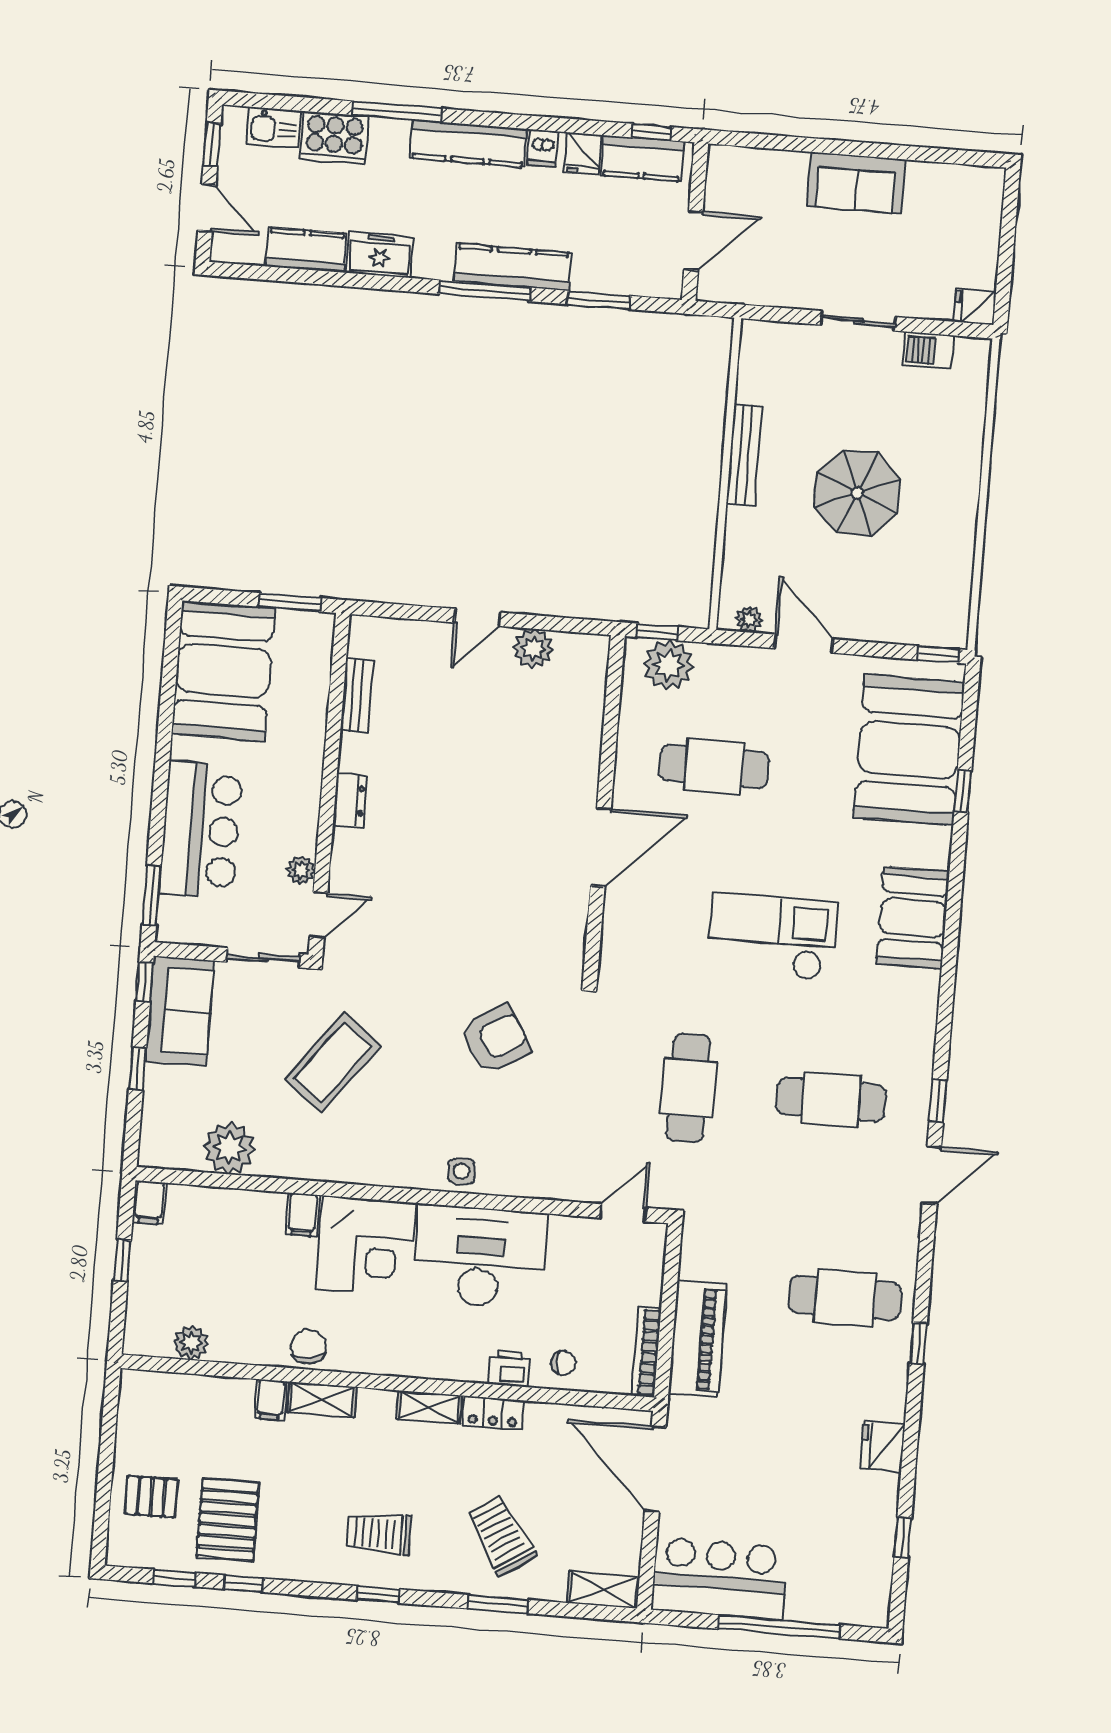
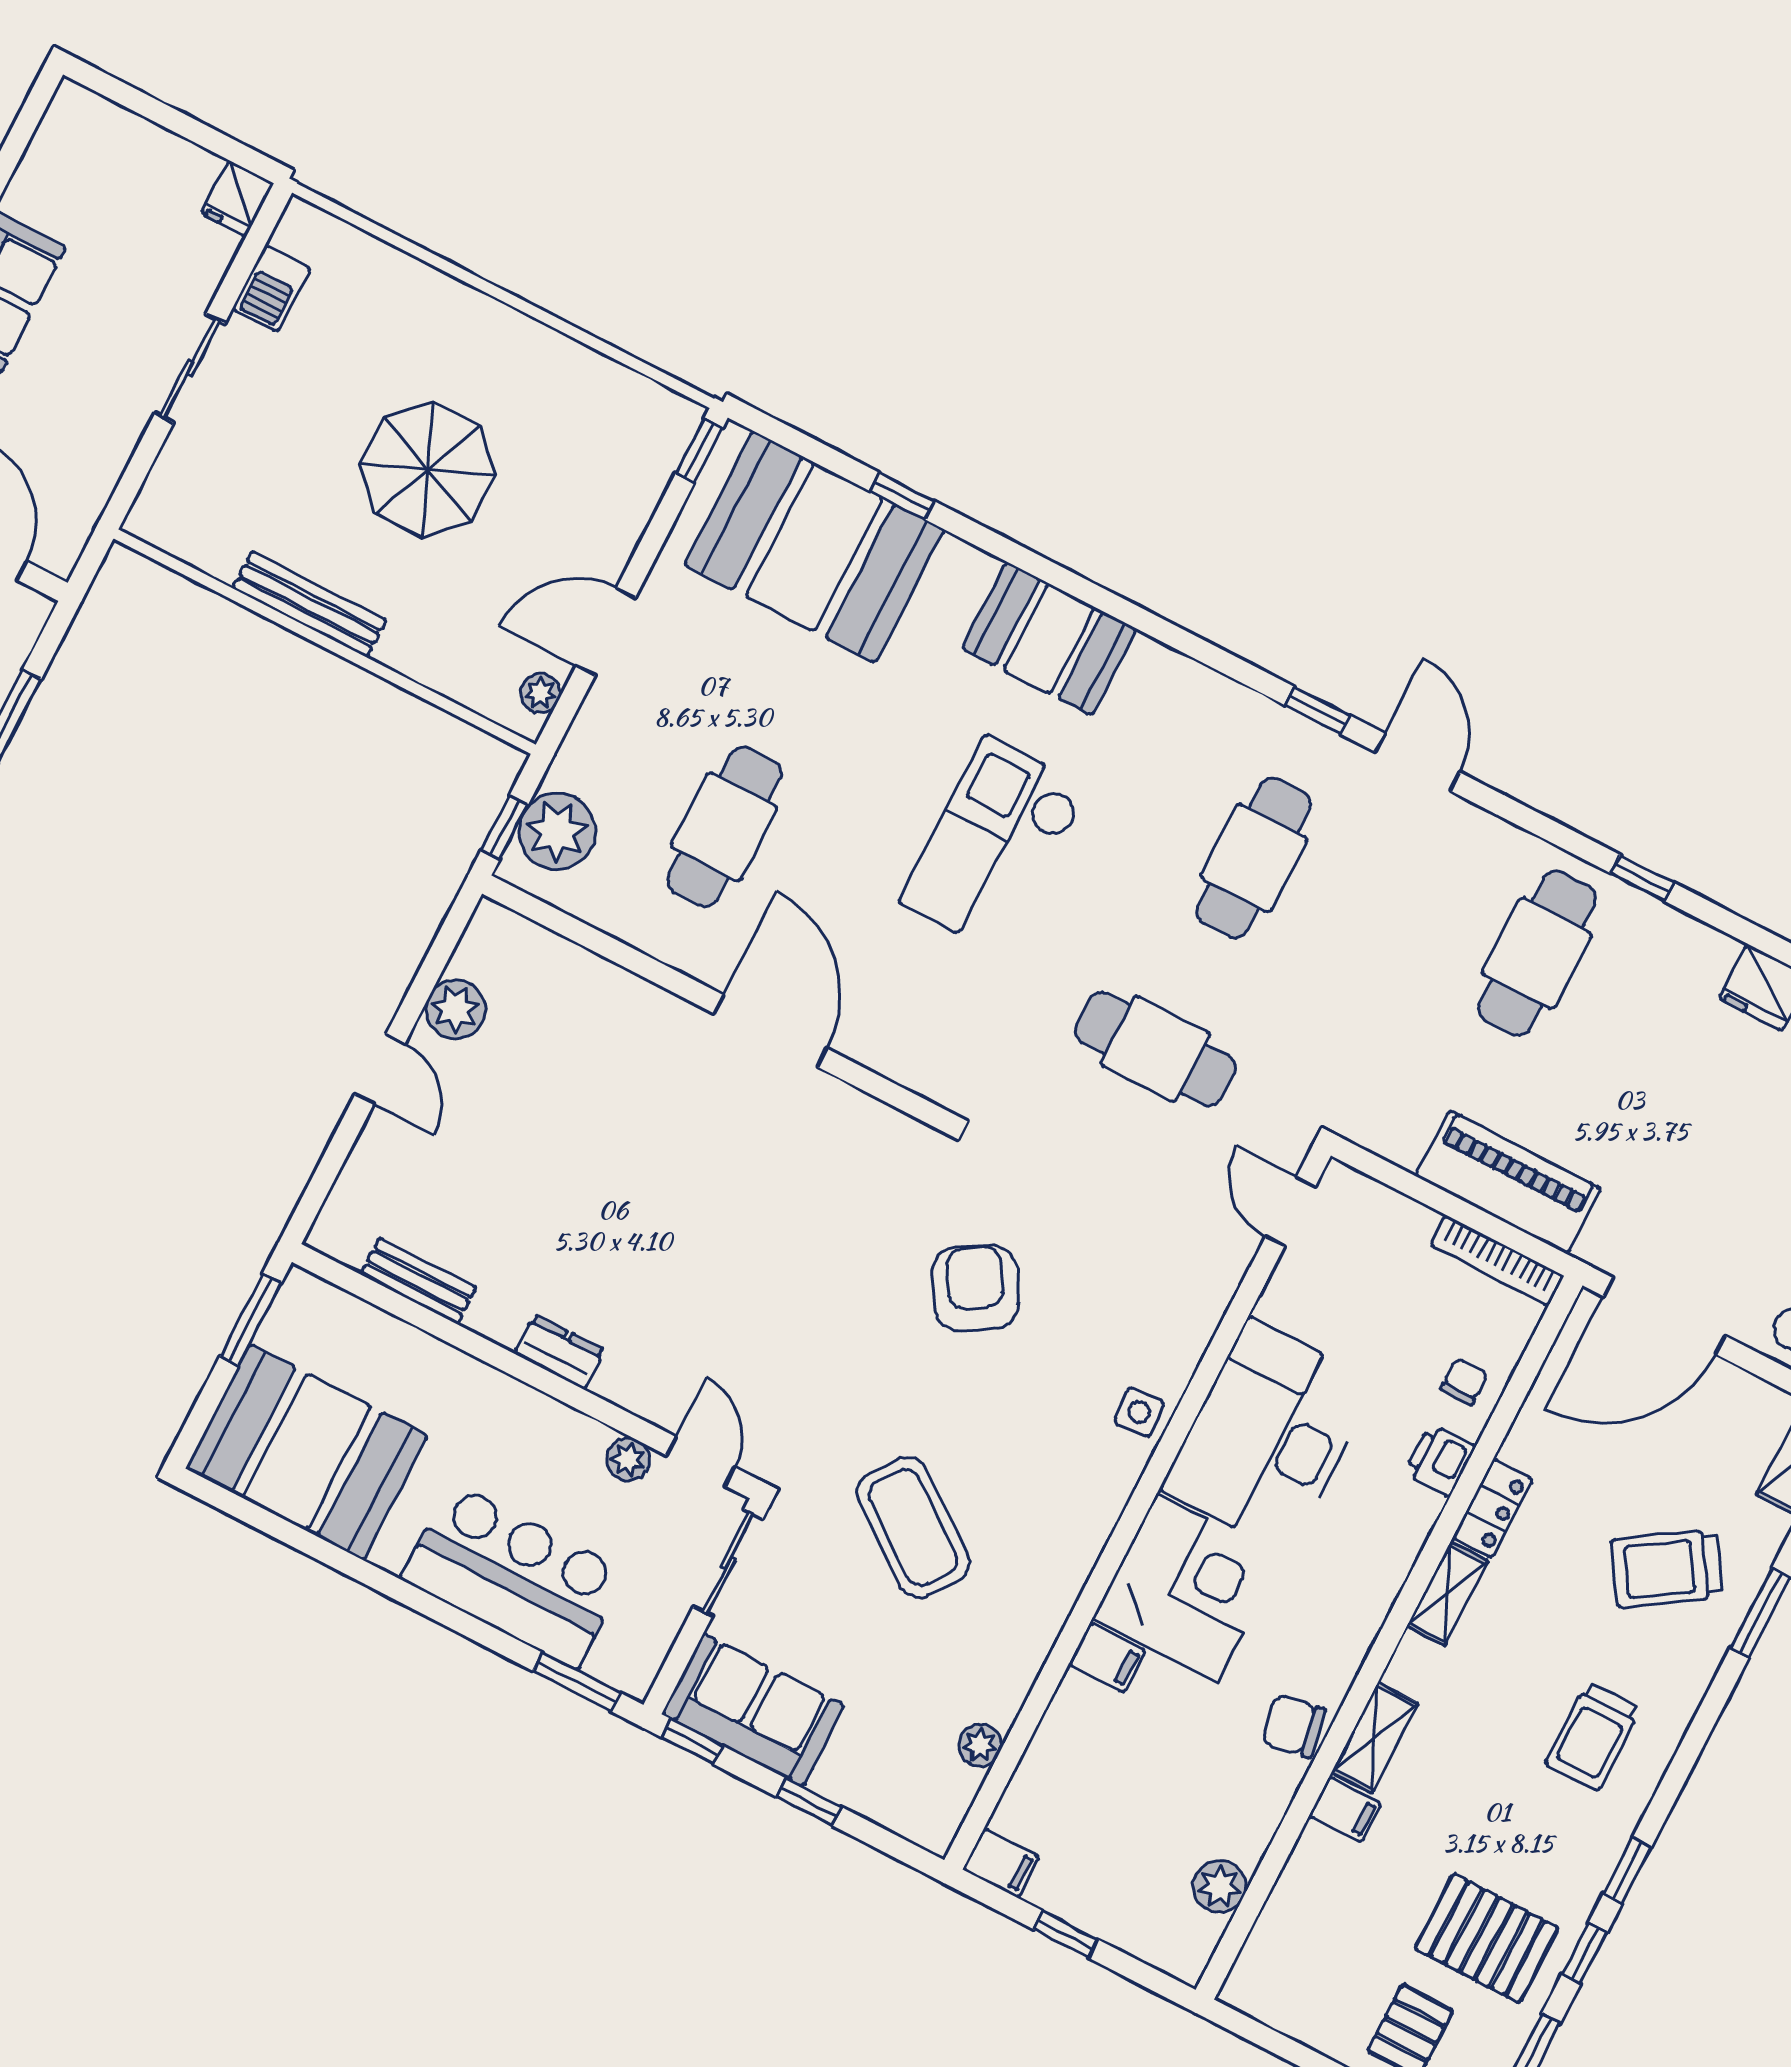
plant: (230, 1148) -> (980, 1745), width x0.53, depth x0.53
window: (378, 1595) -> (1627, 1871), moved

